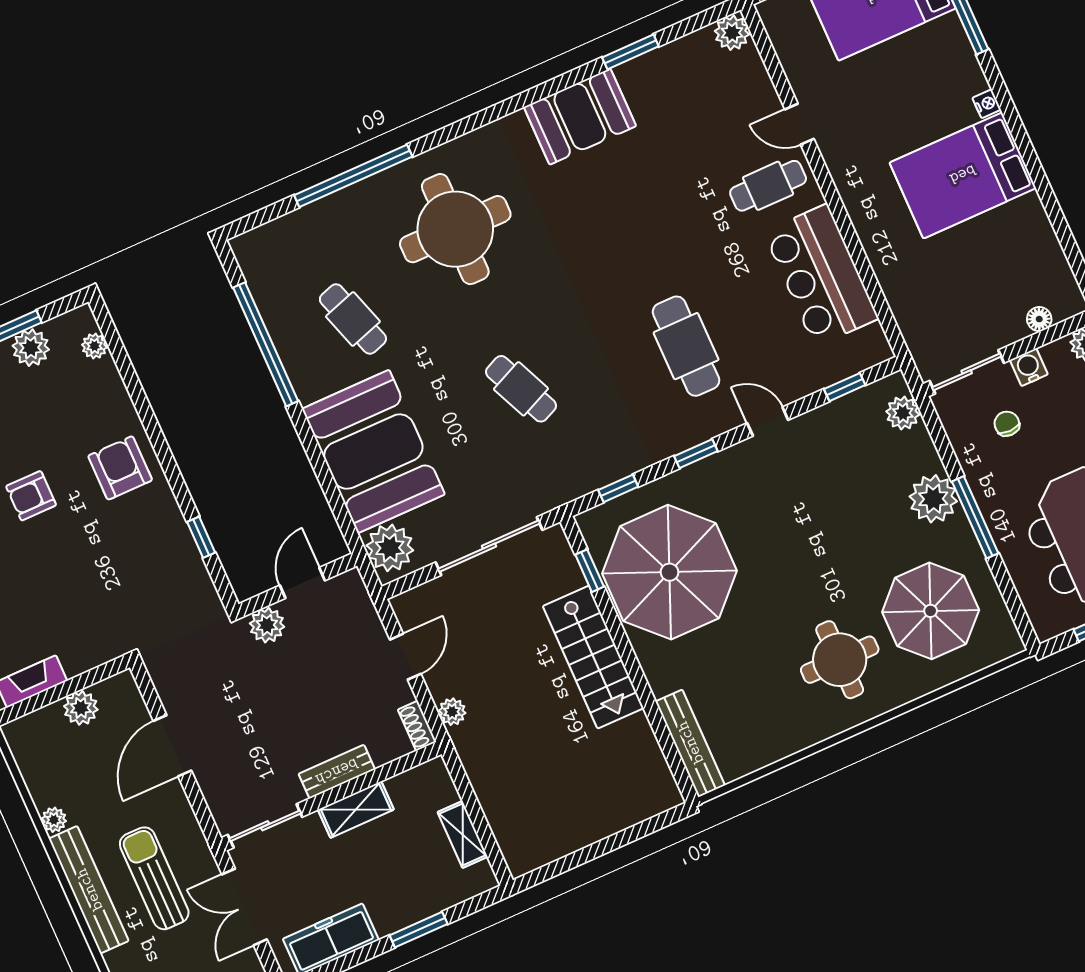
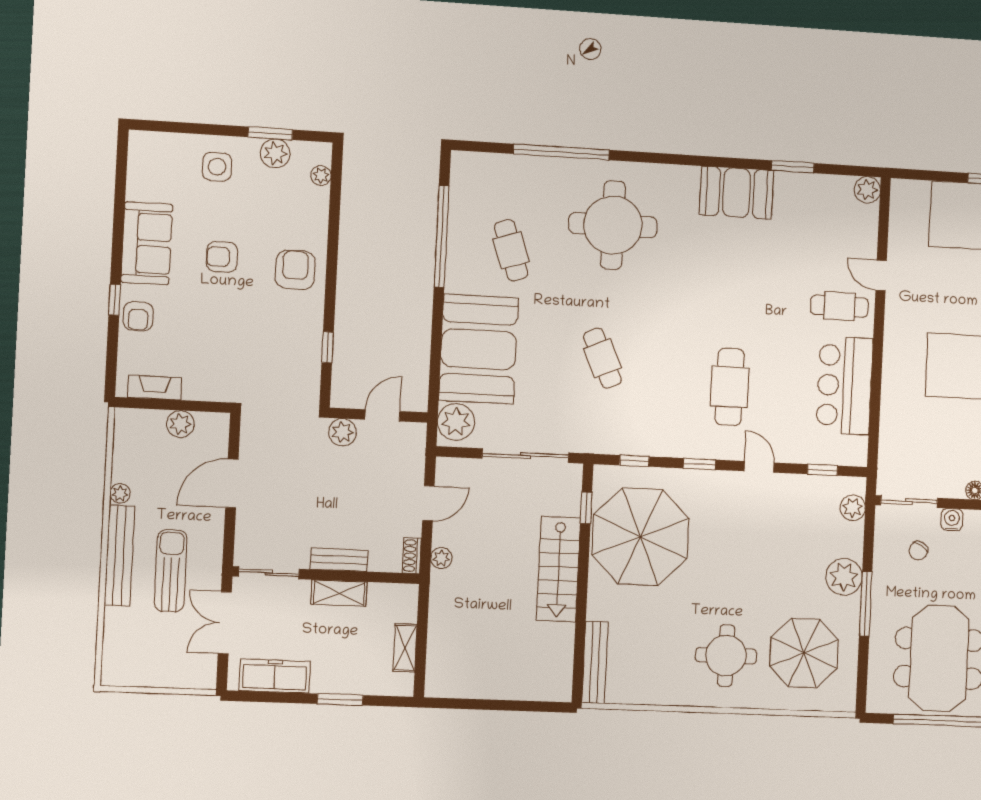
chair: (1007, 424) -> (918, 551), turned -149

